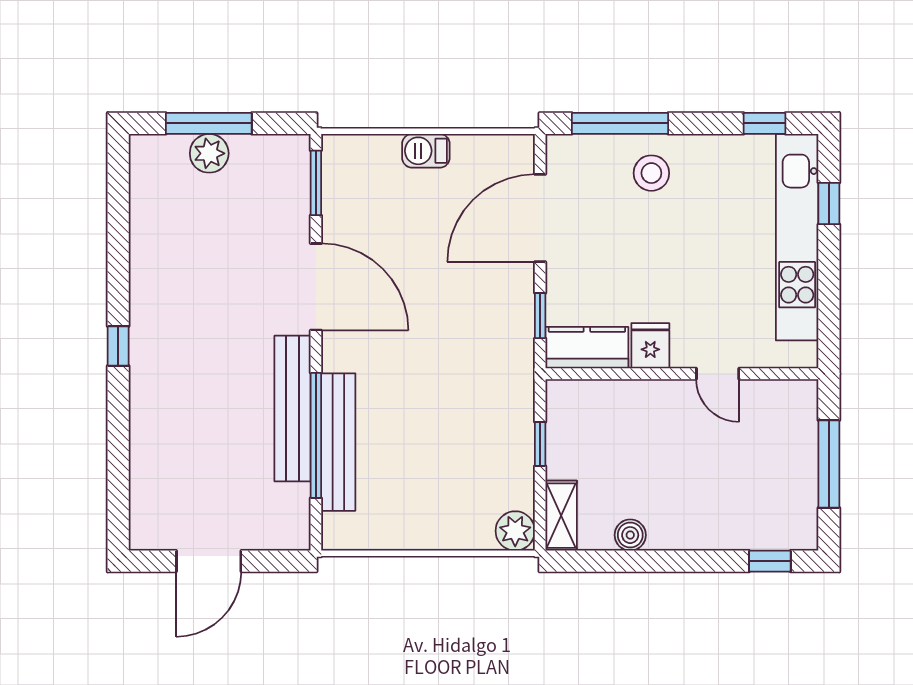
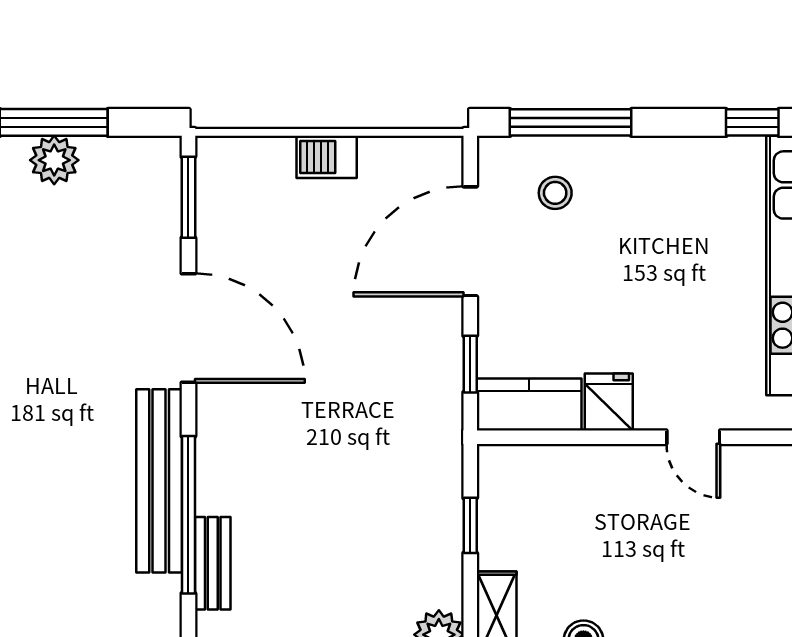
stool: (651, 173) -> (555, 193), moved, width x0.73, depth x0.73
bench: (338, 442) -> (213, 563), width x0.54, depth x0.82

